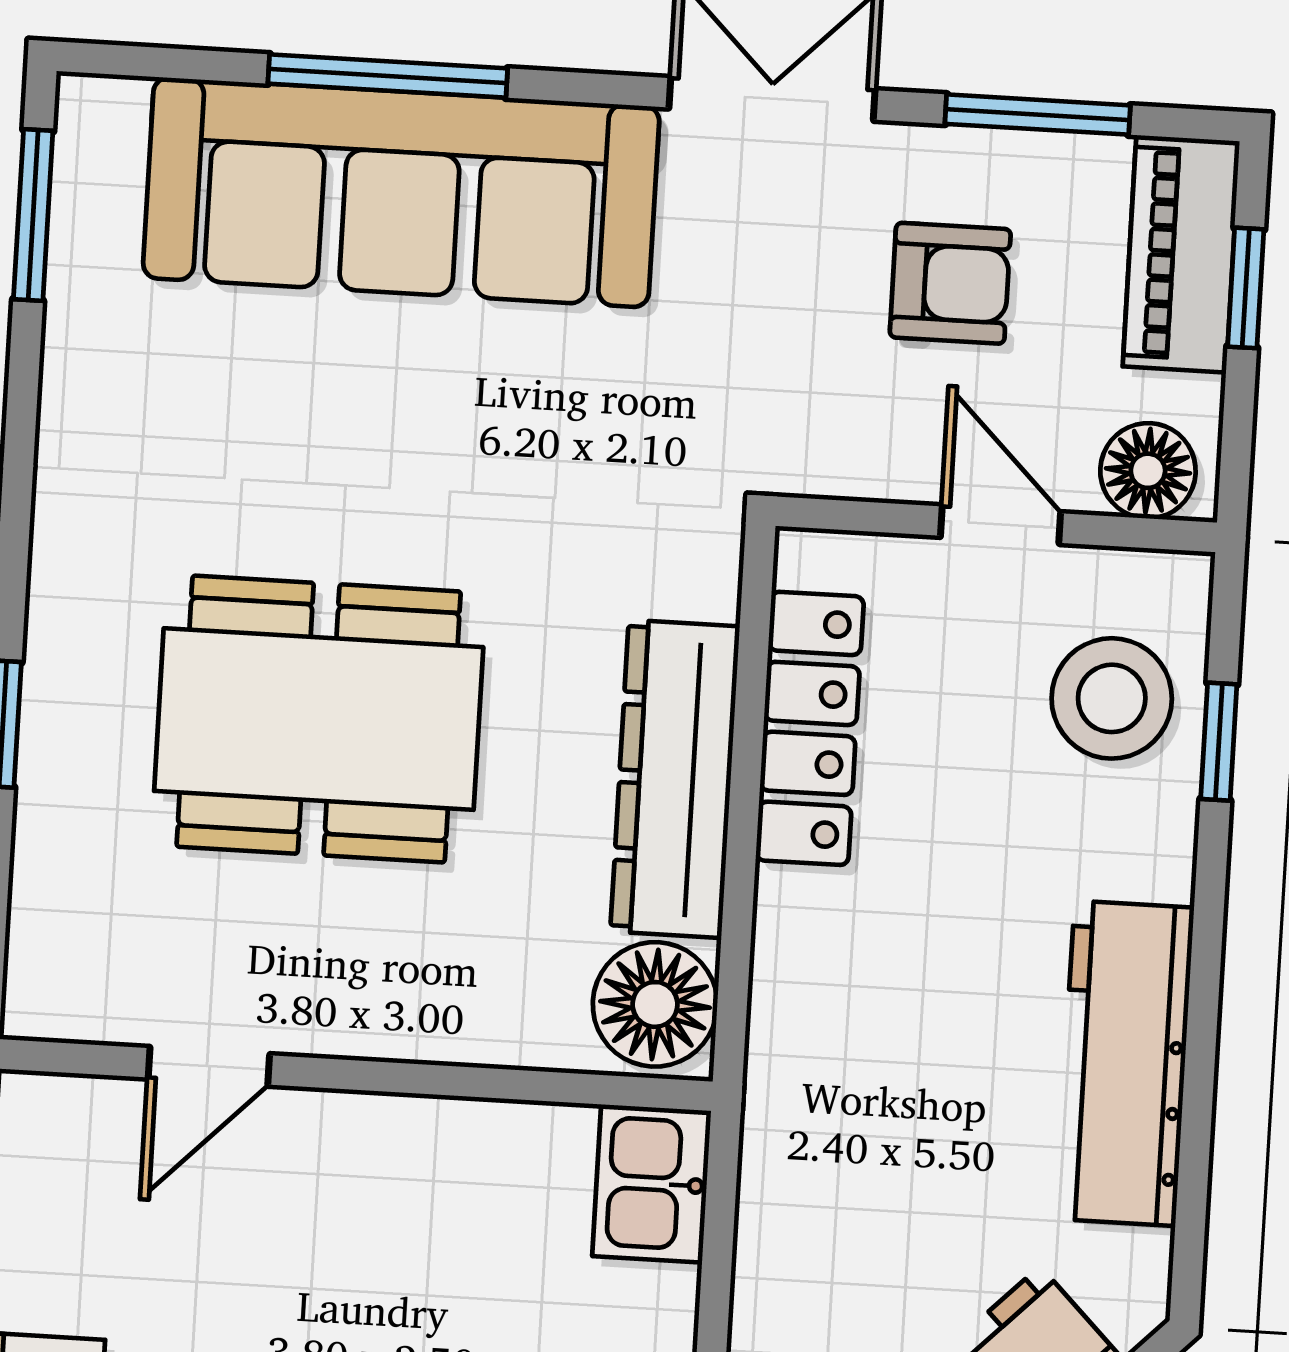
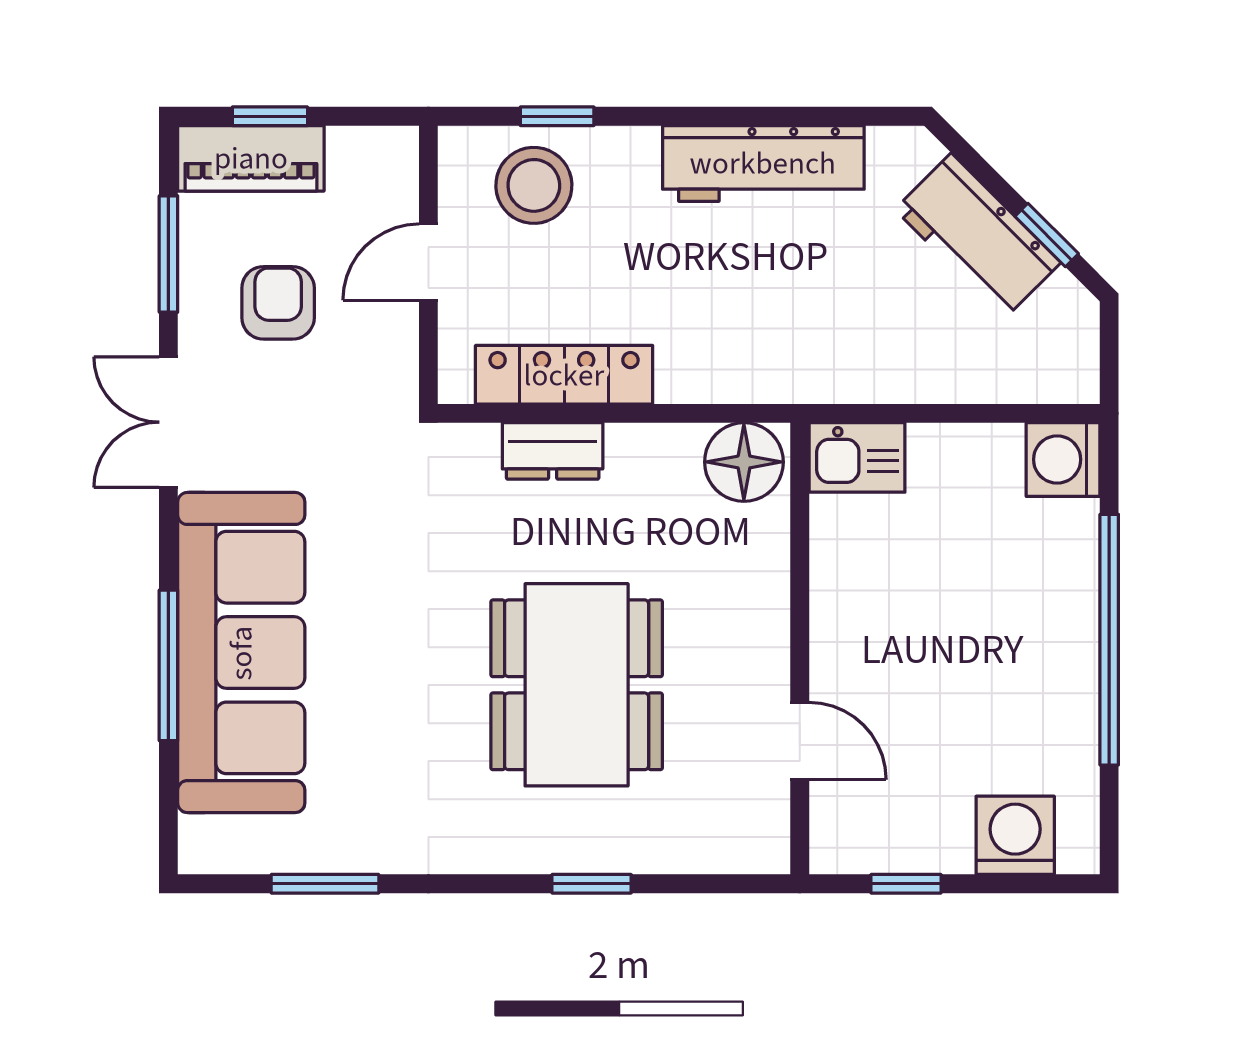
window: (33, 215) -> (325, 884), moved
floor lamp: (1148, 471) -> (389, 171), removed
dresser: (675, 779) -> (553, 451), width x0.51, depth x0.80

